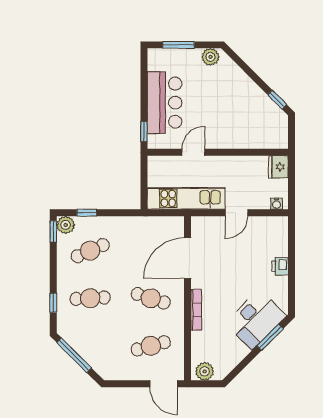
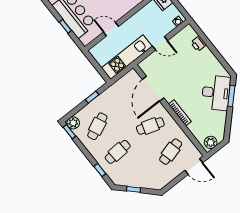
window: (144, 132) -> (65, 26), moved
door: (193, 152) -> (111, 29), hinge flipped
window: (87, 213) -> (92, 97), moved
door: (236, 213) -> (160, 43), hinge flipped
printer: (280, 266) -> (199, 44), moved
window: (74, 355) -> (133, 189), width x0.46

